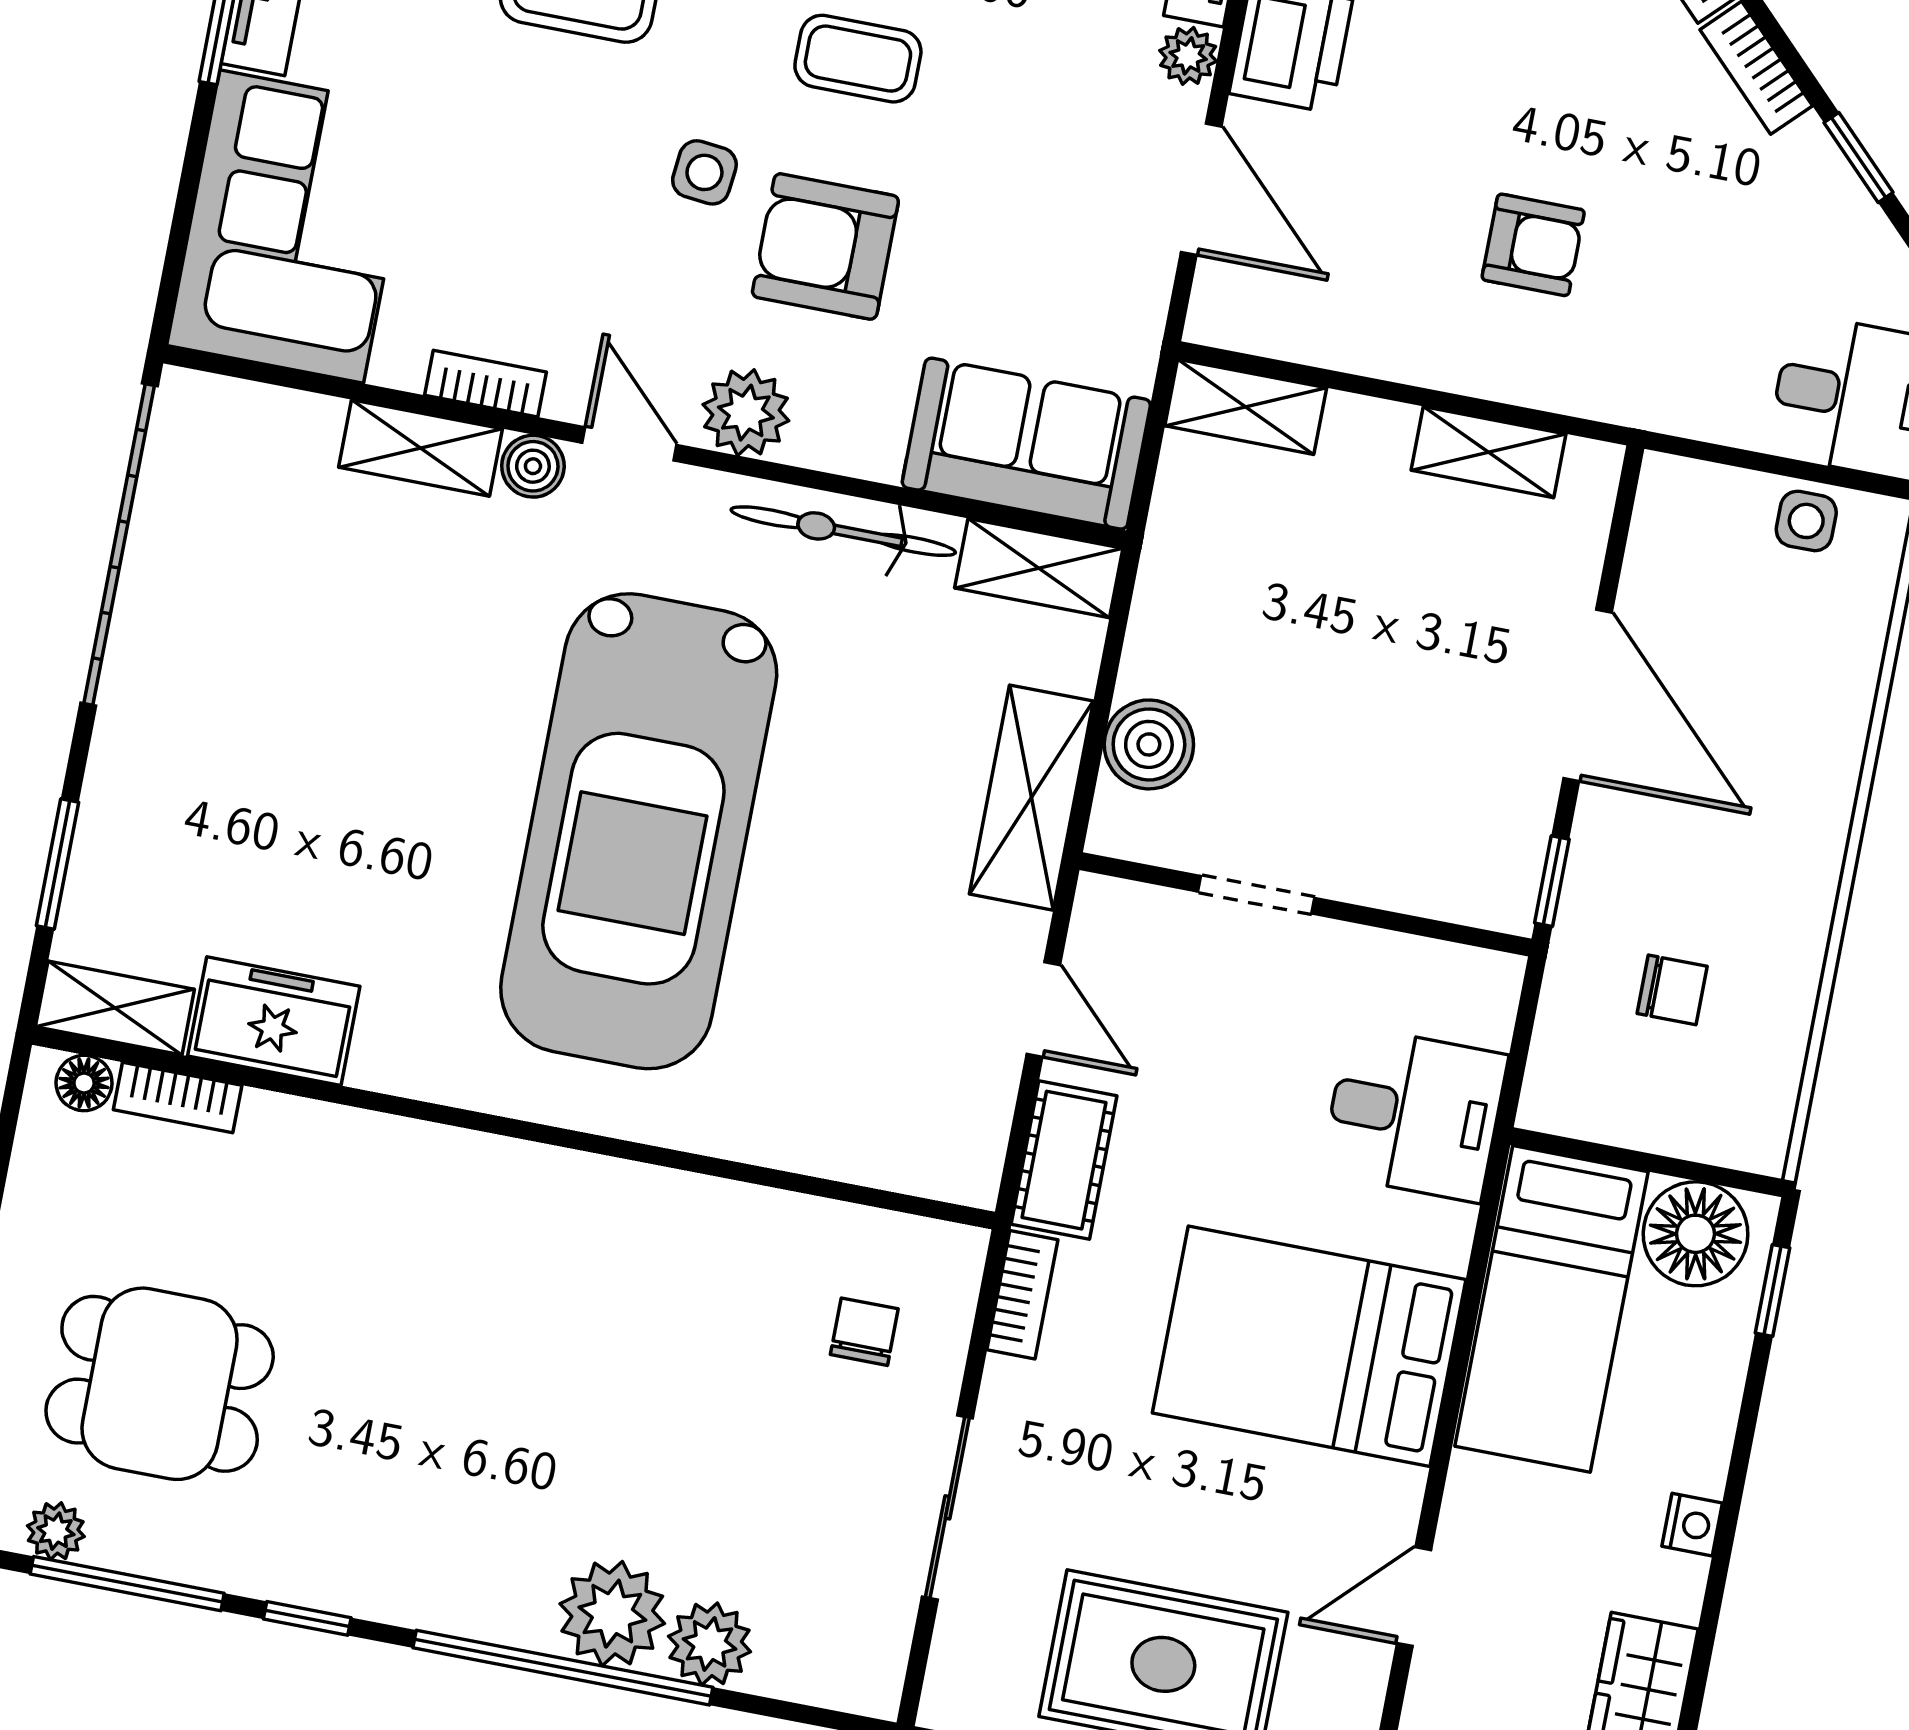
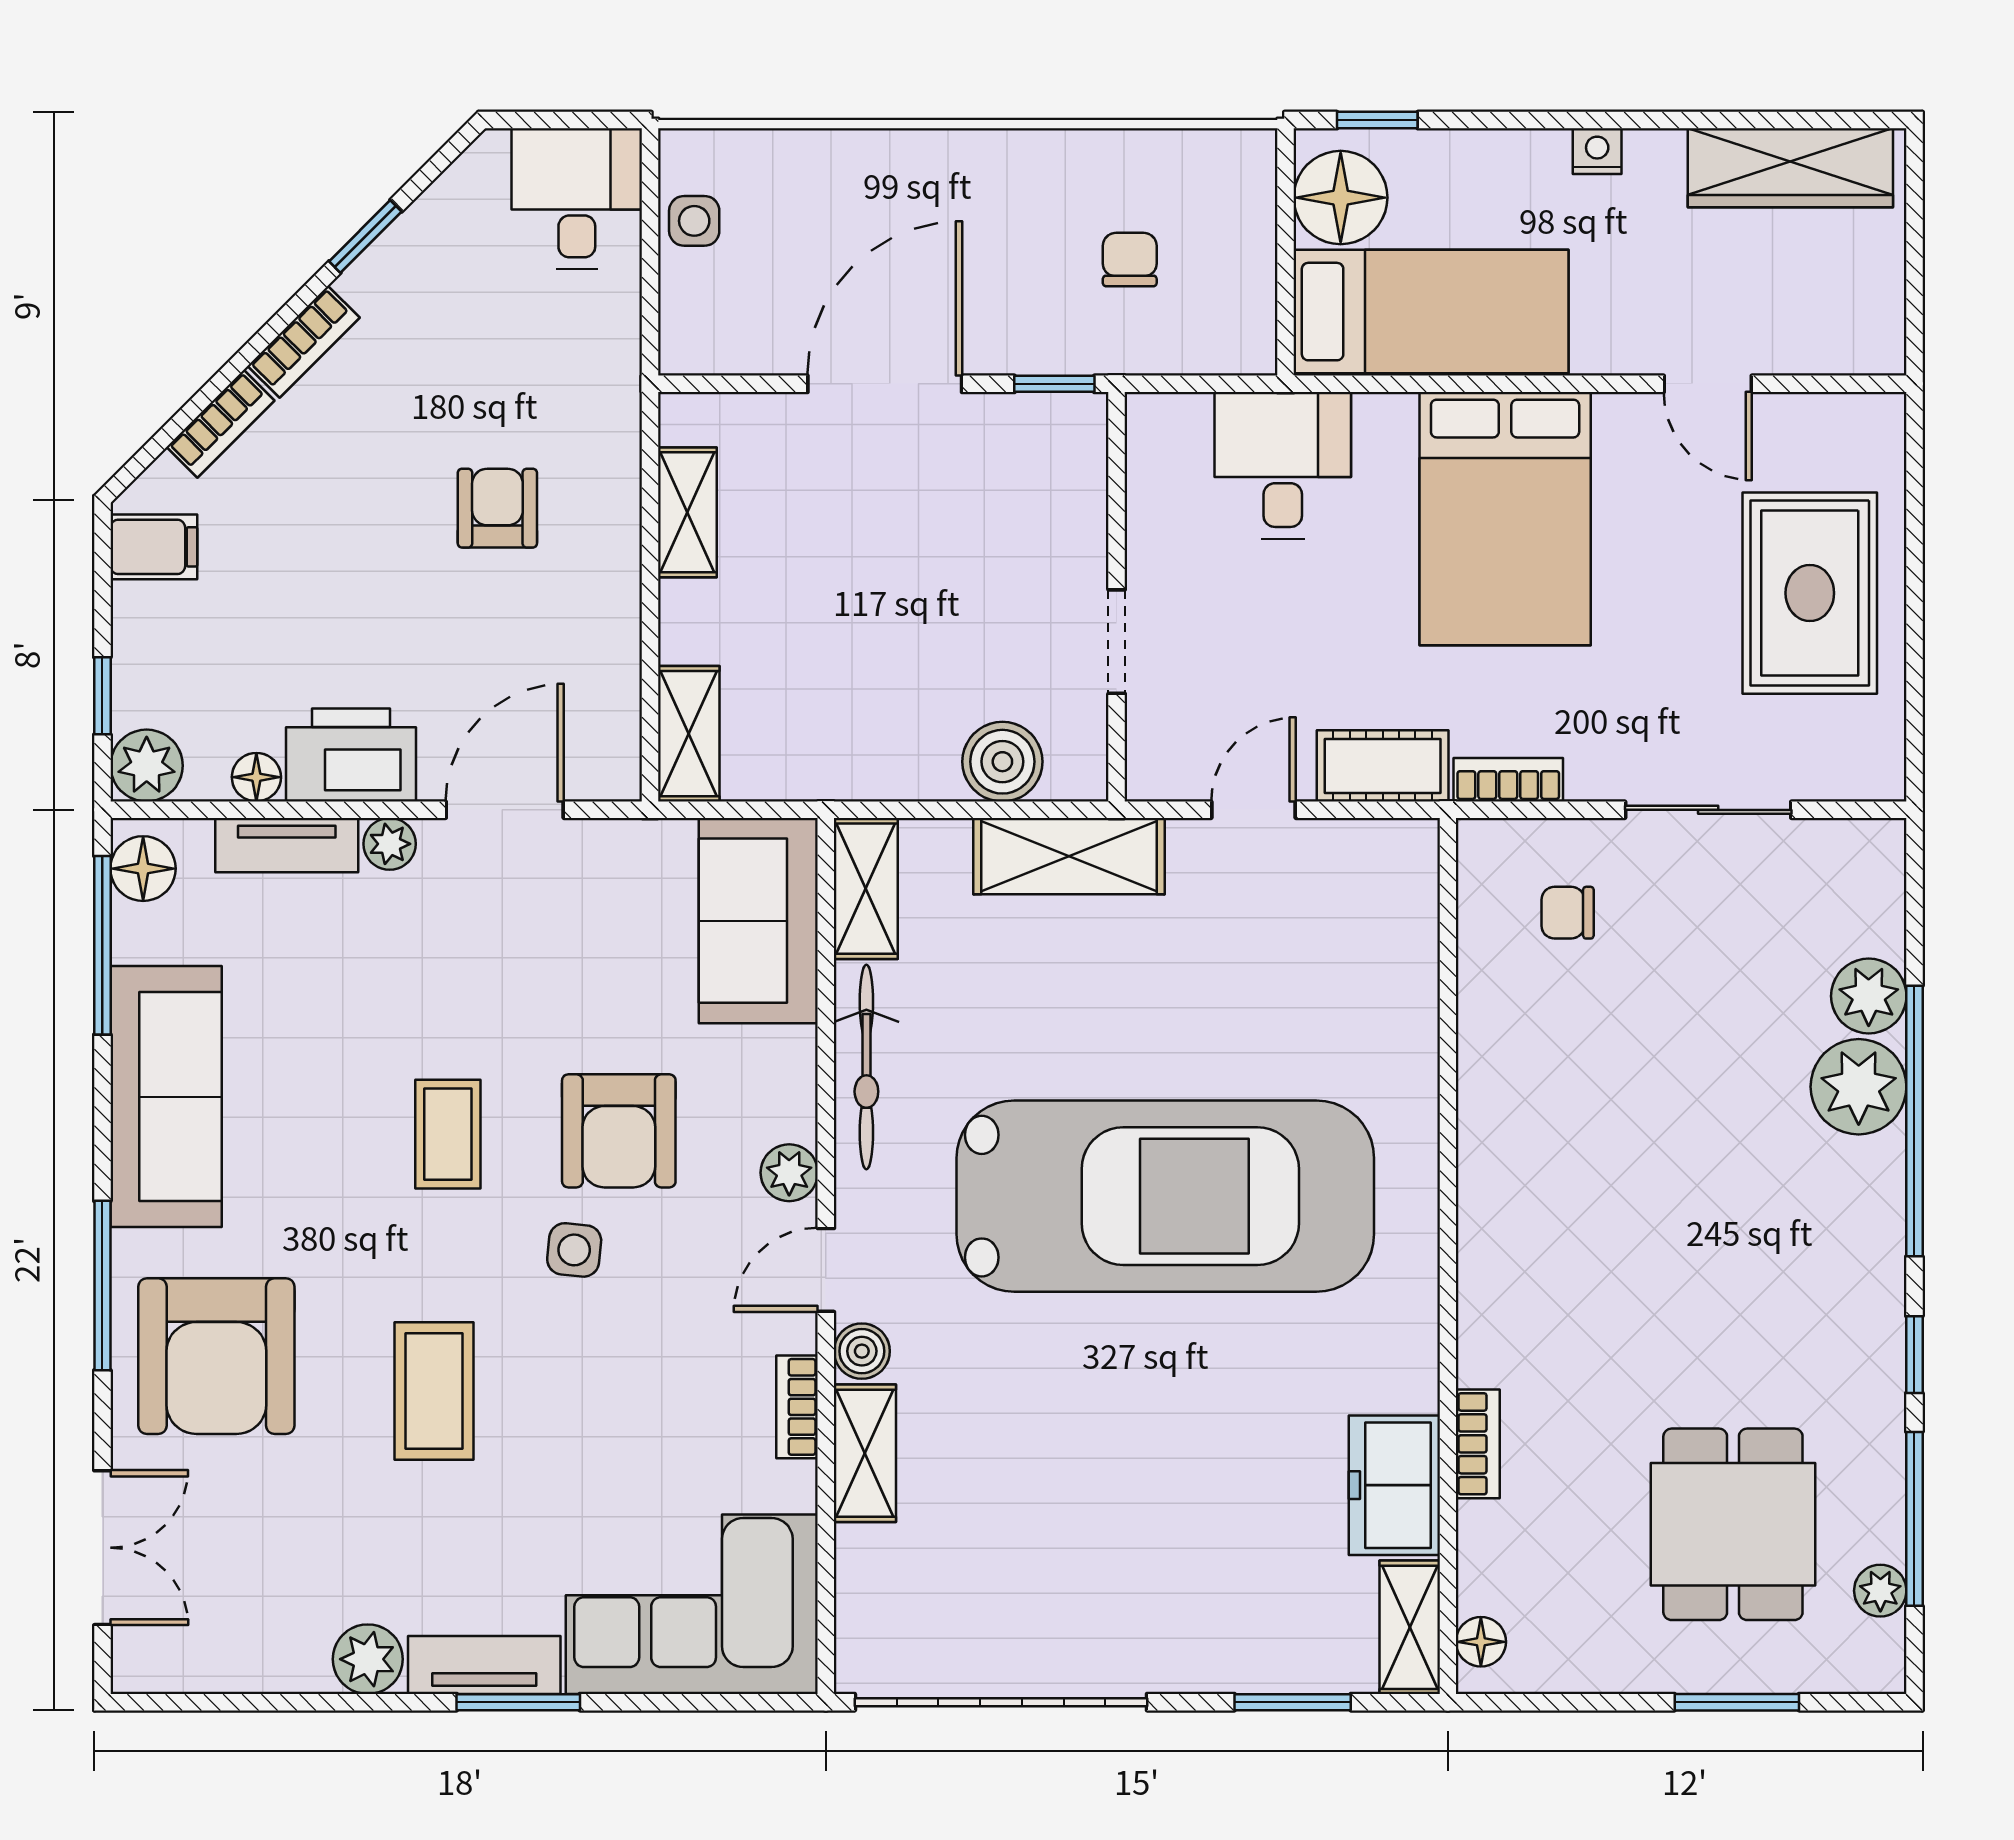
plant: (746, 413) -> (789, 1173), width x0.73, depth x0.73
bookcase: (178, 1097) -> (1478, 1444), moved

